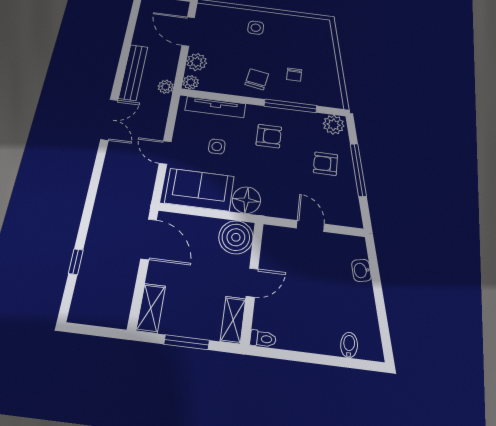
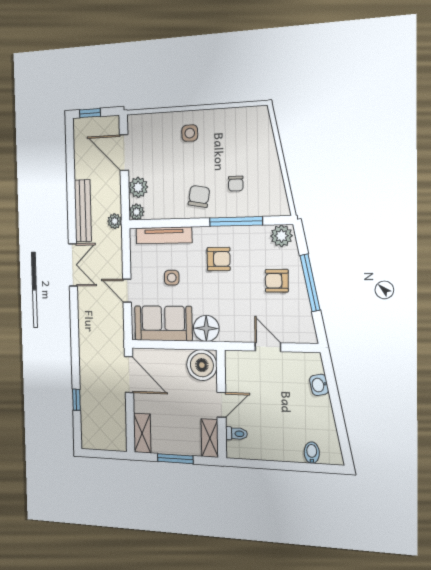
toilet: (263, 339) -> (236, 434), moved

